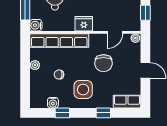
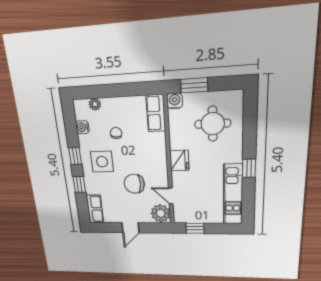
plant: (135, 38) -> (161, 213), width x1.87, depth x1.87
row of seats: (59, 40) -> (156, 113), width x0.50
plant: (35, 65) -> (95, 104), moved
window: (62, 113) -> (75, 156), moved

